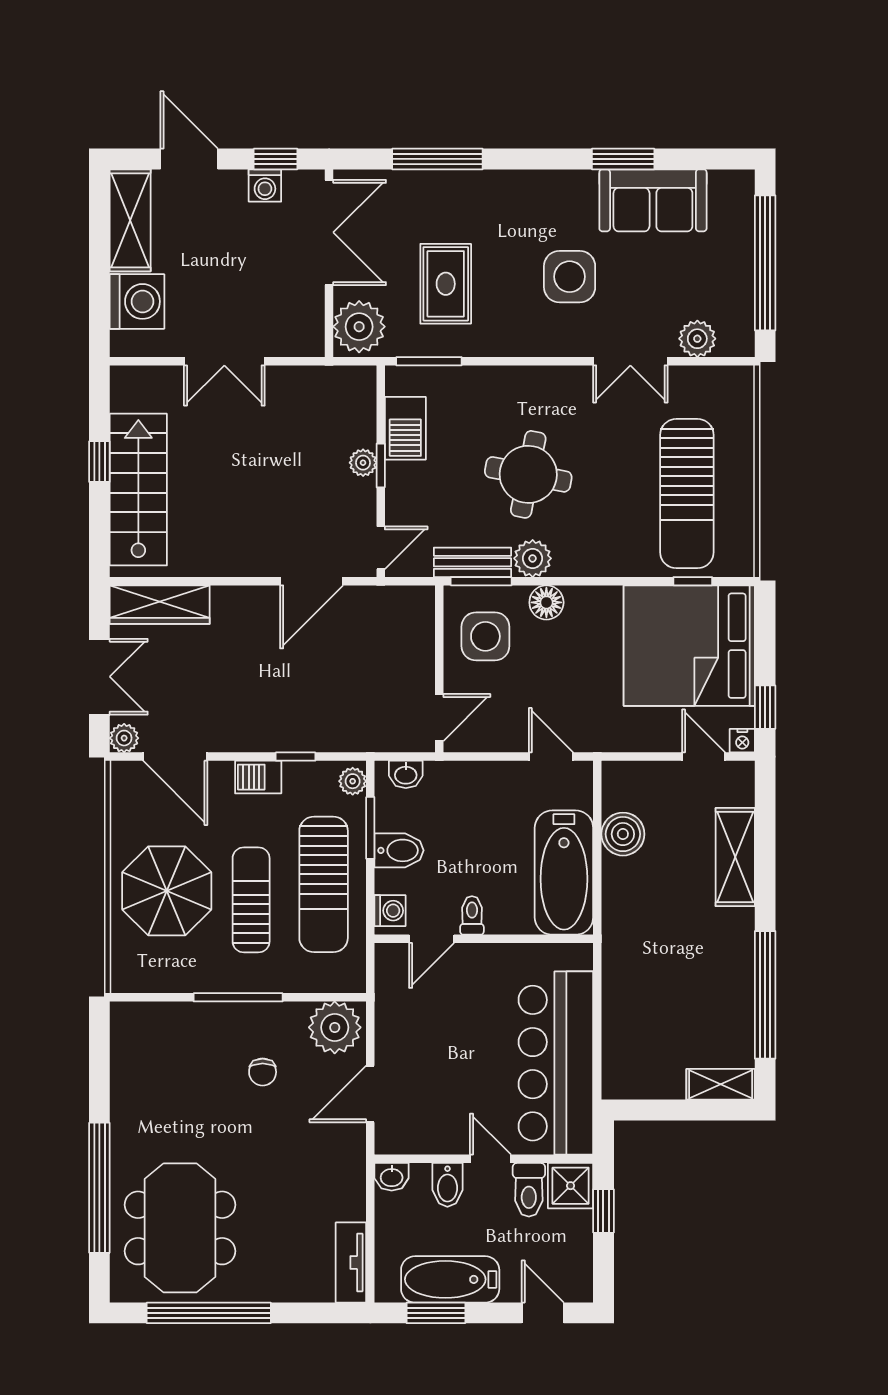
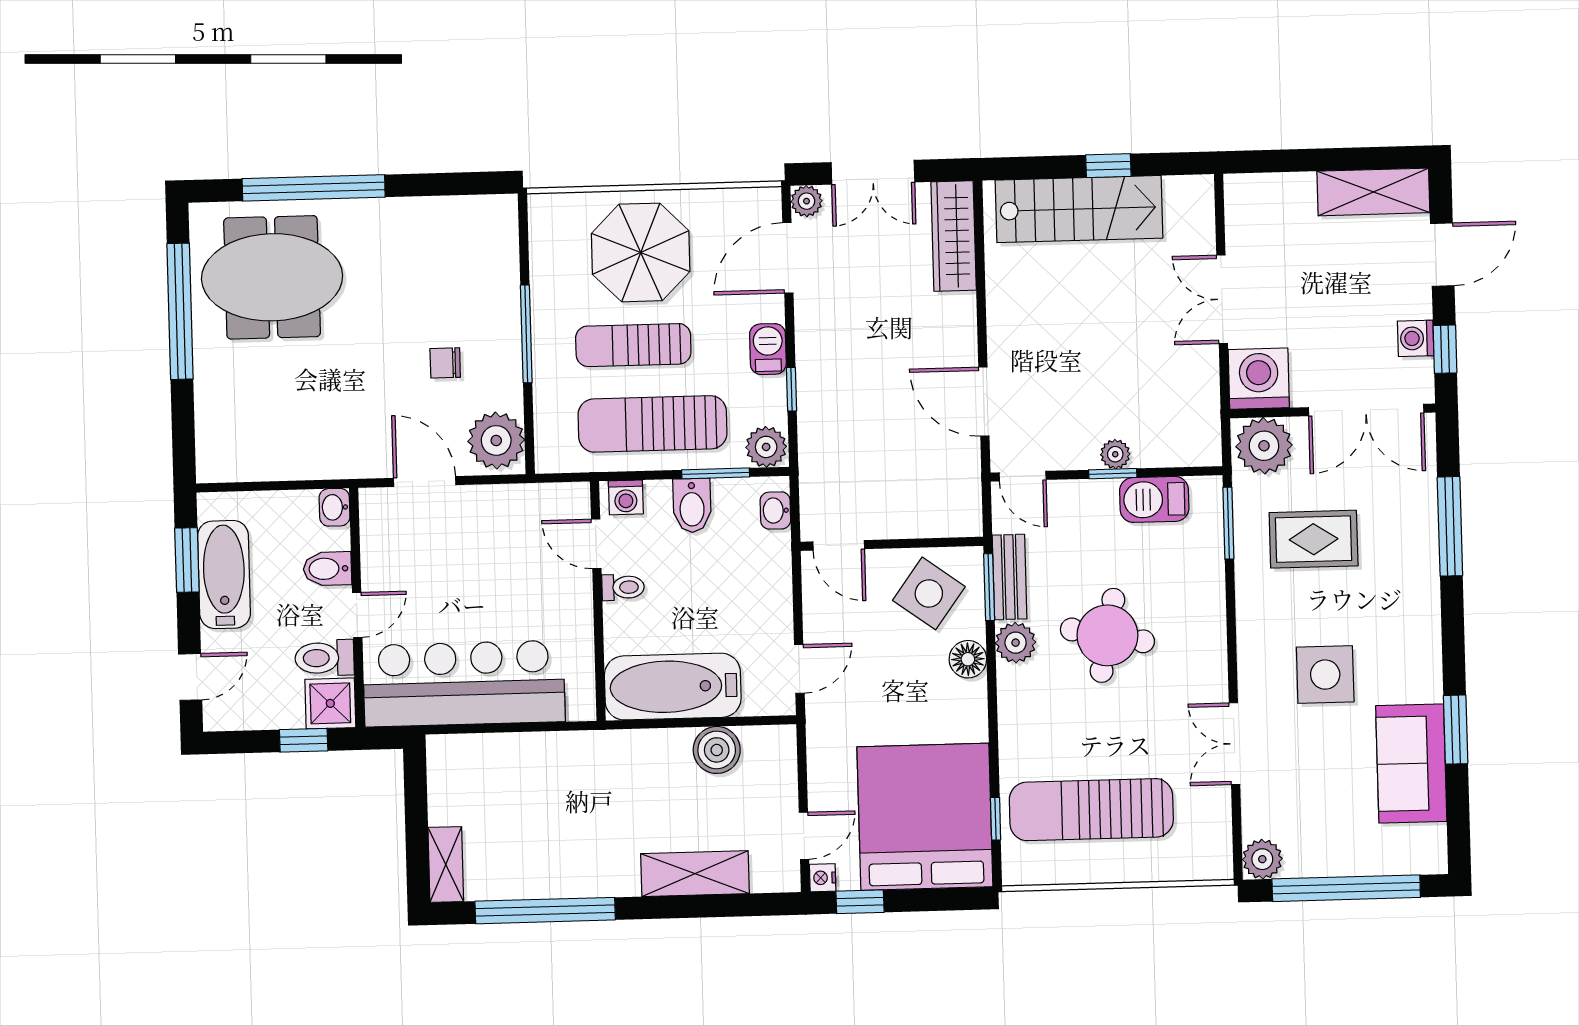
washing machine: (137, 301) -> (1259, 379), moved, turned 180
plant: (697, 339) -> (1262, 859), moved
side table: (485, 636) -> (929, 593), turned 36
plant: (353, 781) -> (766, 447), width x1.38, depth x1.38
sun lounger: (251, 900) -> (633, 345), turned 180
tv unit: (351, 1263) -> (239, 465), removed

